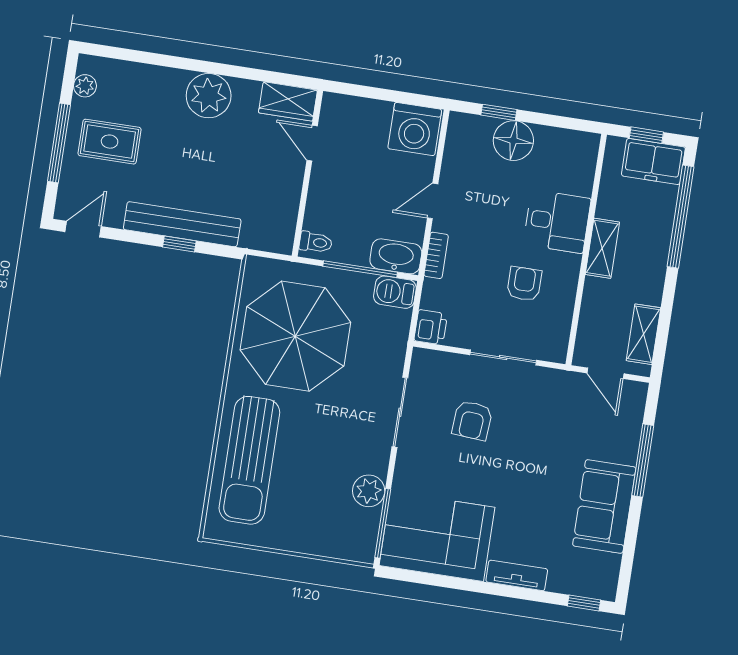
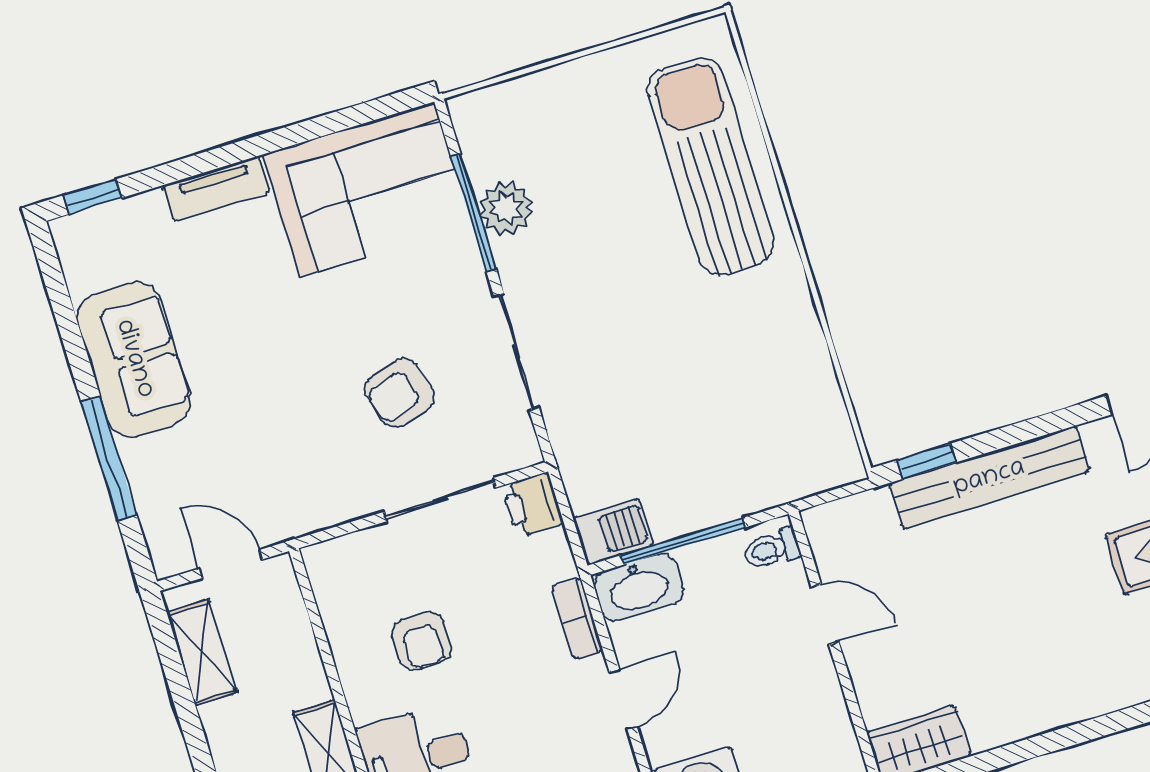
plant: (209, 96) -> (1045, 694), removed
door: (312, 143) -> (825, 614), moved
window: (179, 244) -> (927, 461), moved
parasol: (295, 336) -> (733, 390), removed
sliding door: (503, 357) -> (440, 500), moved
armchair: (472, 420) -> (400, 393), turned -111
window: (383, 523) -> (474, 213), moved

